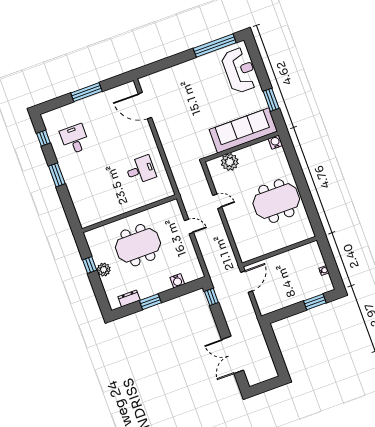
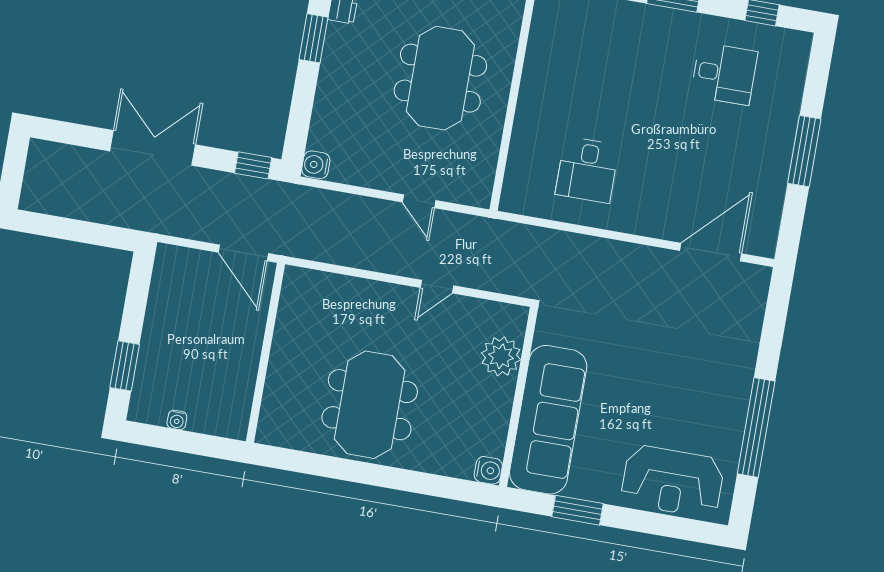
window: (215, 45) -> (756, 428), moved
door: (189, 227) -> (419, 201), hinge flipped
water cooler: (177, 281) -> (316, 165), moved
double door: (232, 355) -> (153, 148), moved

